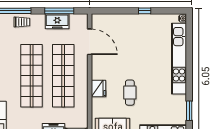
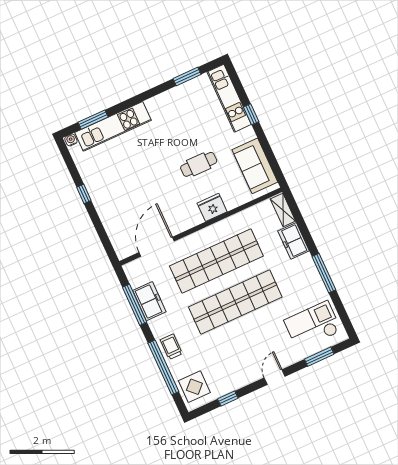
window: (189, 38) -> (93, 120), added
kitchen unit: (179, 59) -> (113, 126), width x0.73

